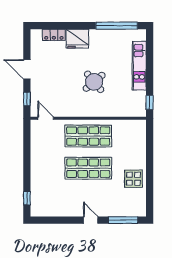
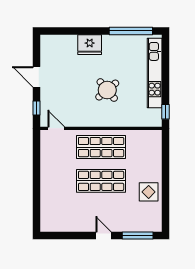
locker: (54, 35) -> (65, 41), removed
kitchen unit: (139, 66) -> (155, 73), width x1.36
window: (27, 198) -> (37, 212), removed

